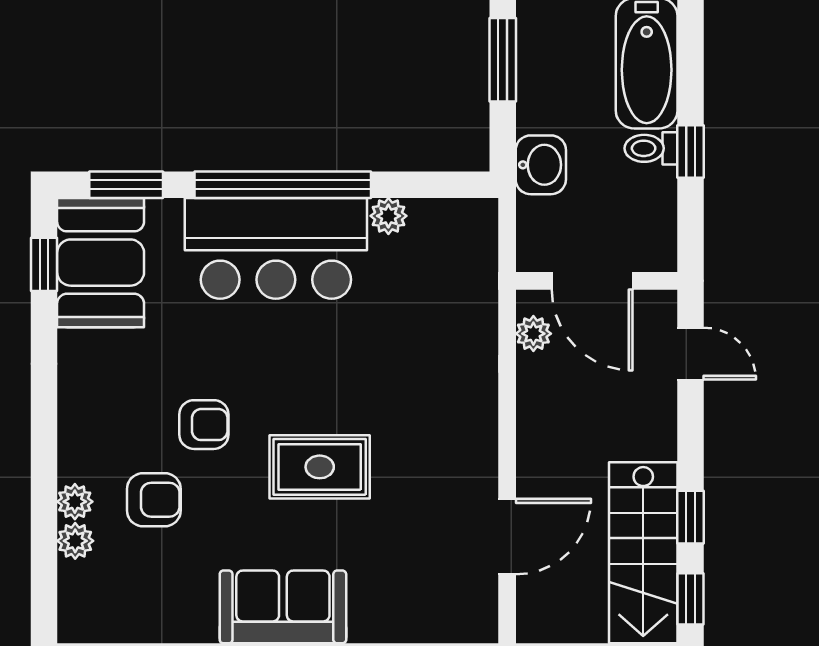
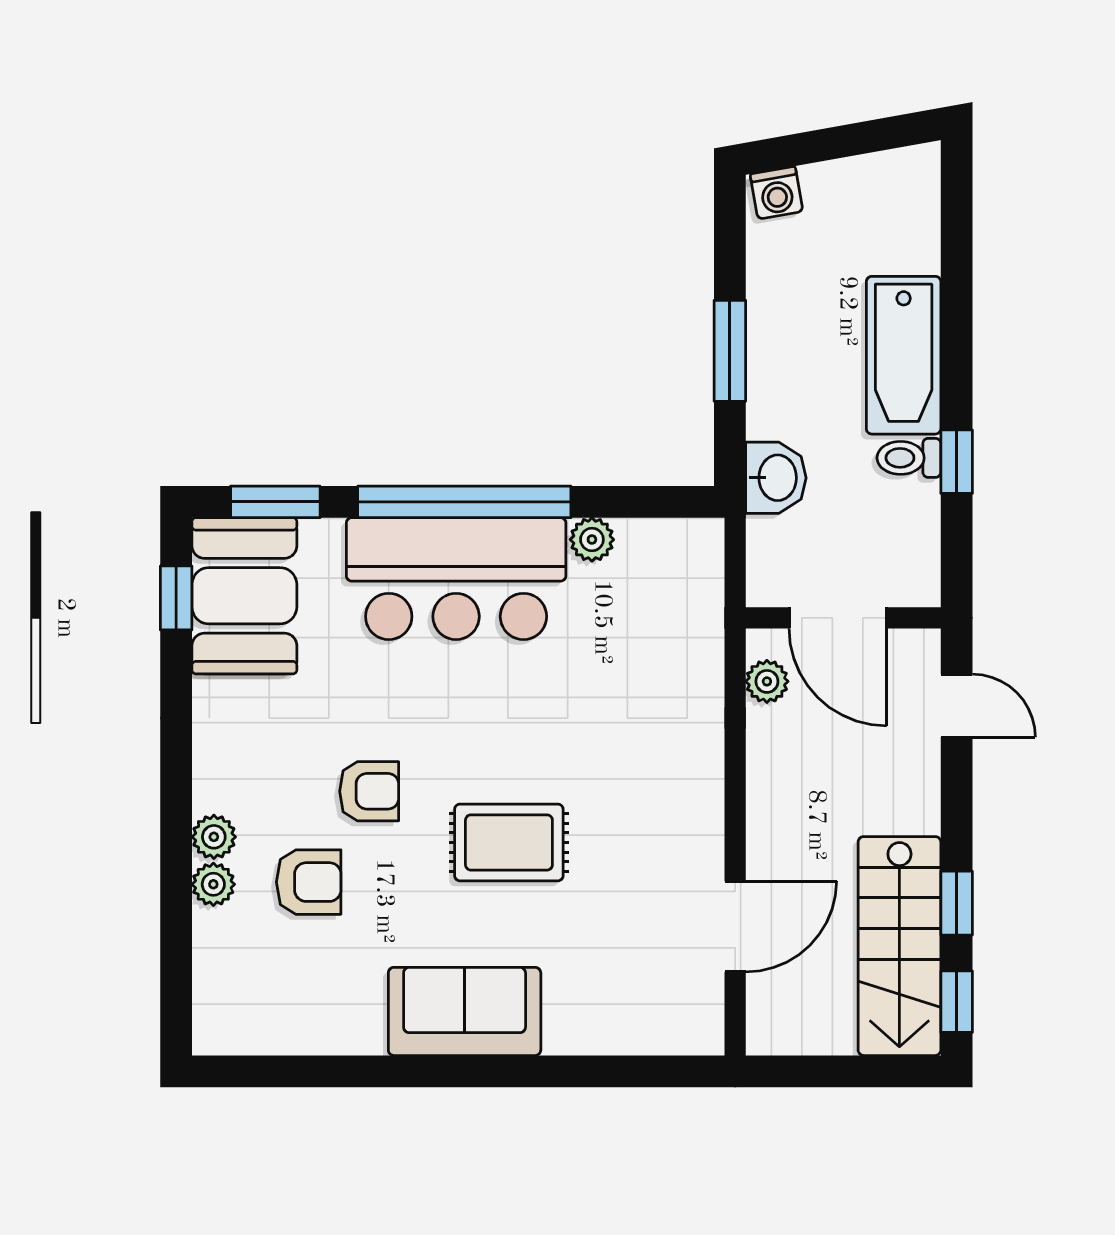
plant: (75, 541) -> (214, 837), moved

